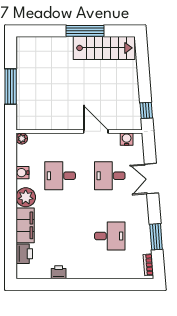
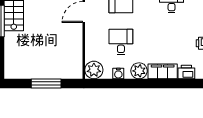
plant: (22, 139) -> (94, 70), width x1.88, depth x1.88
desk: (60, 176) -> (121, 42), turned 180

